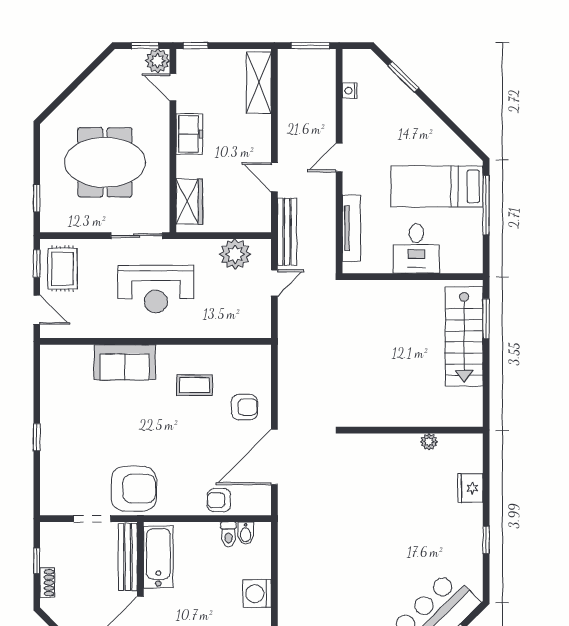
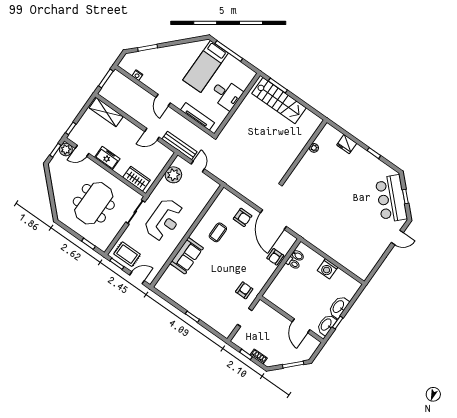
armchair: (244, 407) -> (243, 217), turned 90
armchair: (134, 489) -> (244, 290), width x0.53, depth x0.53
bench: (128, 557) -> (272, 314), removed
bathtub: (158, 557) -> (281, 300), removed

